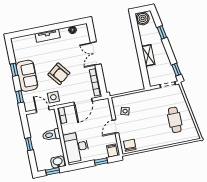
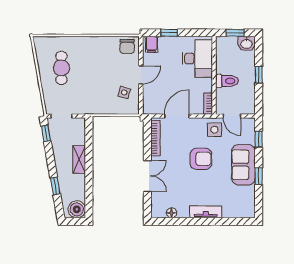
armchair: (59, 74) -> (201, 159), turned 128
washbasin: (58, 162) -> (247, 44), moved

